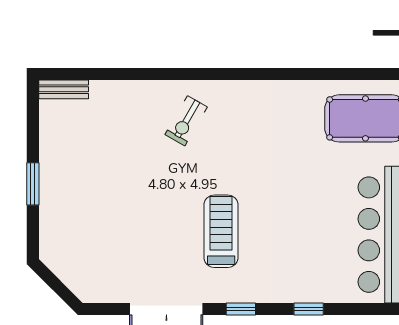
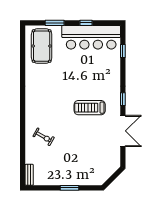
exercise bike: (186, 121) -> (44, 137), moved
window: (309, 309) -> (123, 51), moved

